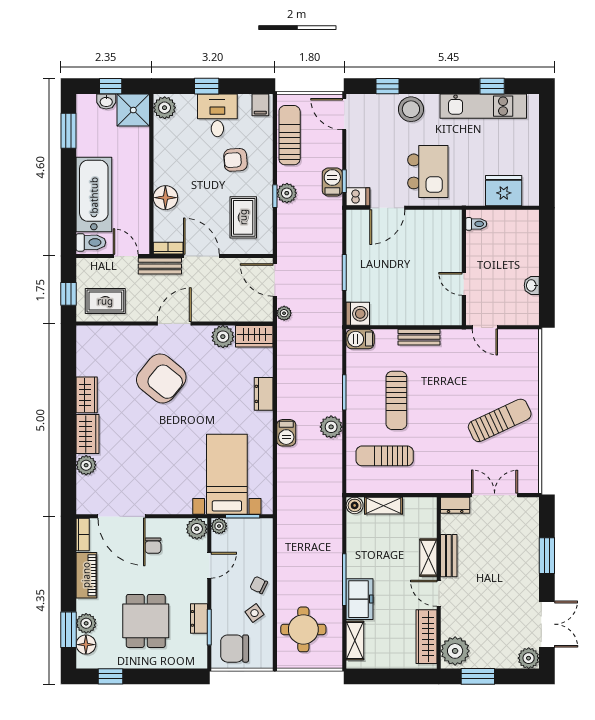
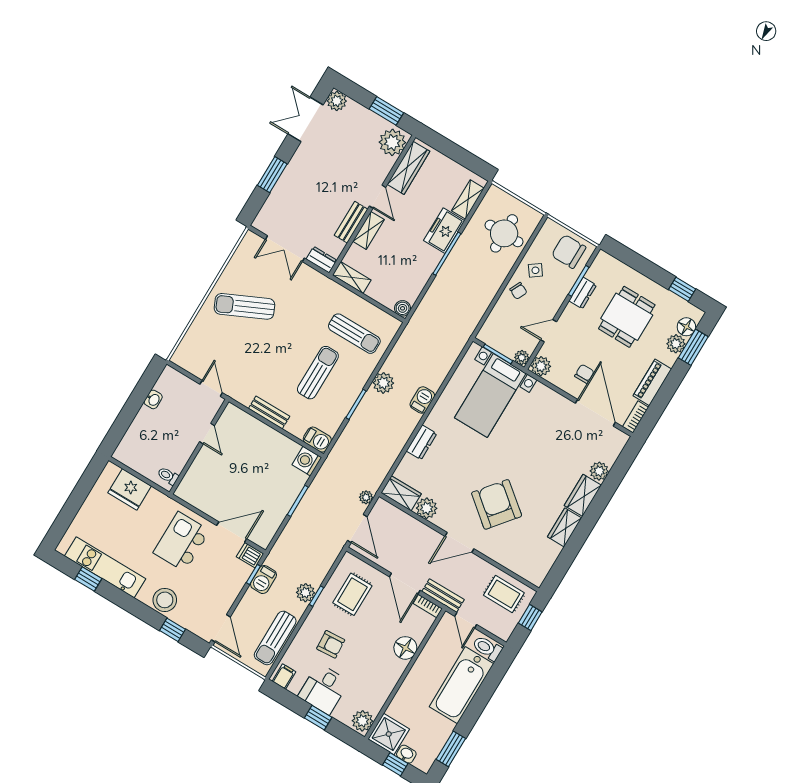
shelving: (384, 506) -> (352, 278), moved
chair: (235, 649) -> (569, 251), turned 180

